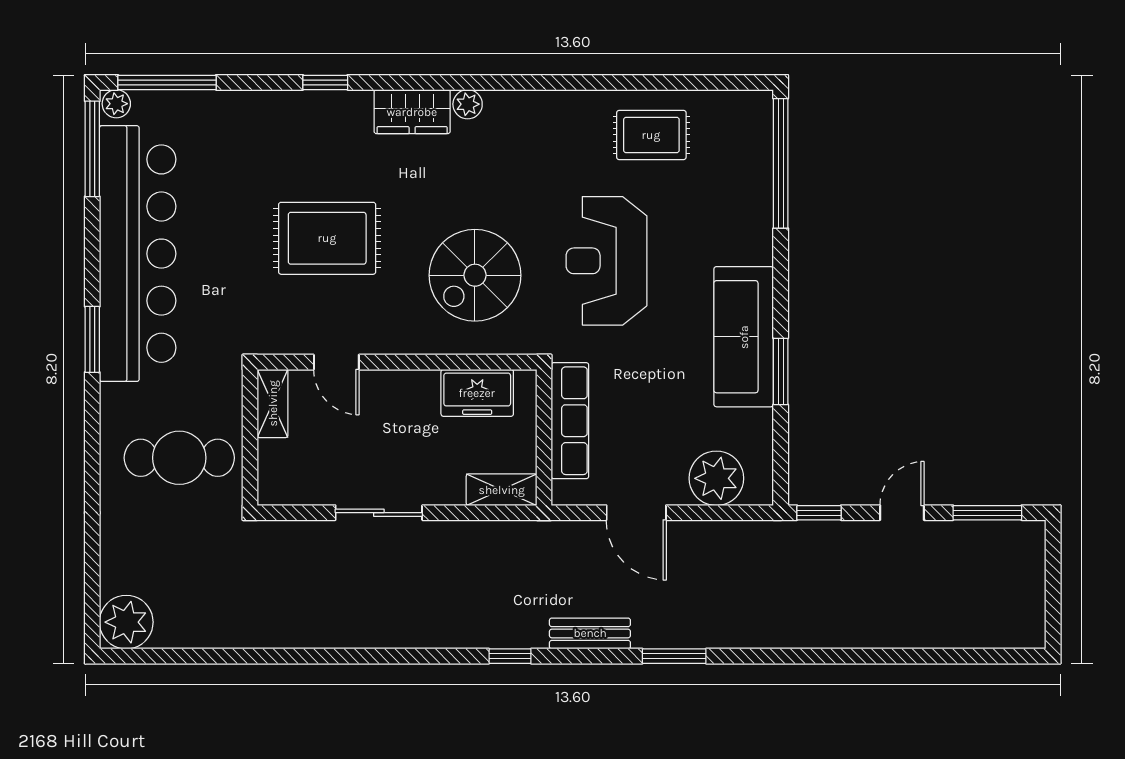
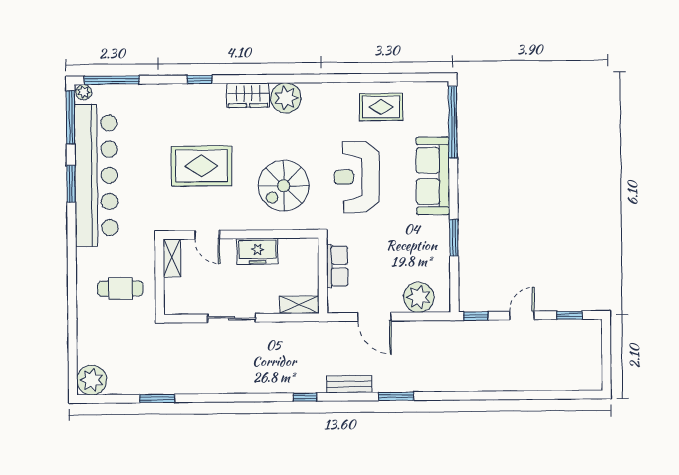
plant: (468, 104) -> (286, 98), width x1.87, depth x1.87
sofa: (744, 337) -> (433, 176), moved
window: (92, 339) -> (71, 184), moved
freezer: (477, 393) -> (258, 251), moved
row of seats: (570, 421) -> (337, 266), width x0.68
cafe table: (179, 458) -> (120, 289), width x0.73, depth x0.74
window: (987, 513) -> (569, 315), width x0.67
window: (244, 656) -> (157, 398), added

